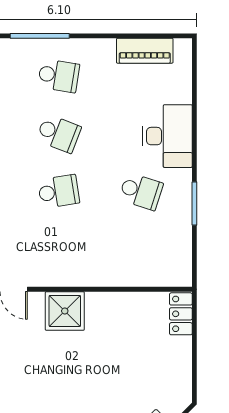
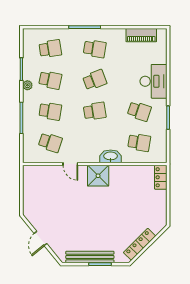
school desk: (59, 134) -> (95, 80), turned -42
school desk: (141, 249) -> (139, 142), added
washbasin: (88, 275) -> (111, 156), added

